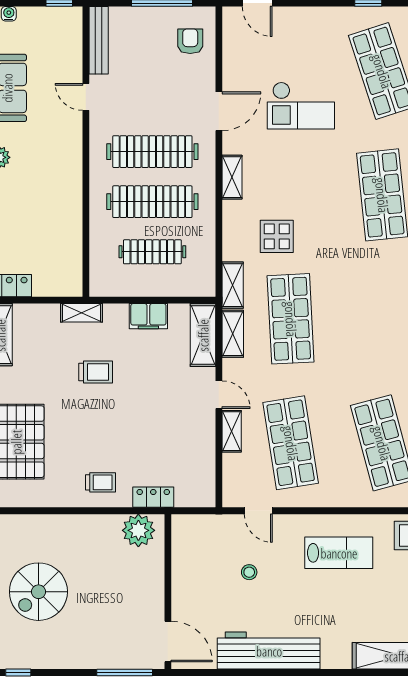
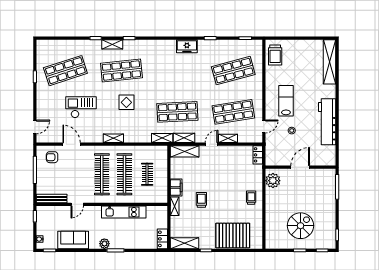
checkout: (301, 106) -> (81, 107), turned -90
door: (219, 111) -> (72, 144), moved
kitchen unit: (69, 200) -> (124, 212), added
display table: (277, 236) -> (126, 102), moved
clothes rail: (152, 252) -> (147, 174), width x0.73
filing cabinet: (148, 316) -> (176, 187), moved
locker: (153, 497) -> (258, 155), moved
lab bench: (339, 553) -> (286, 101), moved
spiral stairs: (38, 592) -> (300, 226), turned -90
door: (168, 642) -> (300, 167), moved

